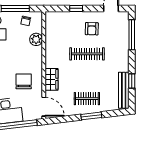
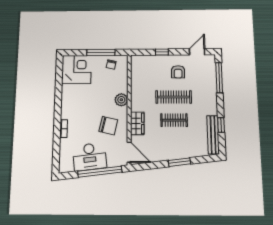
plant: (36, 39) -> (121, 100), moved
chair: (24, 81) -> (108, 126), turned 103
clothes rail: (87, 99) -> (174, 120), moved

